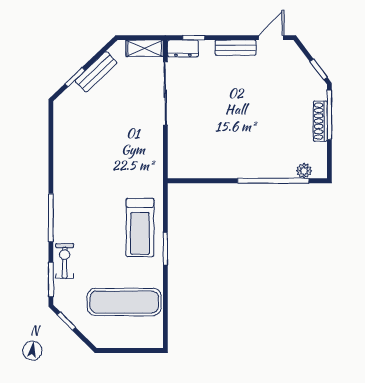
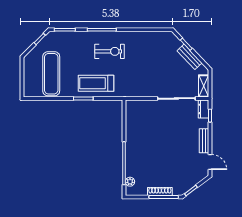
exercise bike: (65, 261) -> (110, 51), moved, width x1.38, depth x1.39

